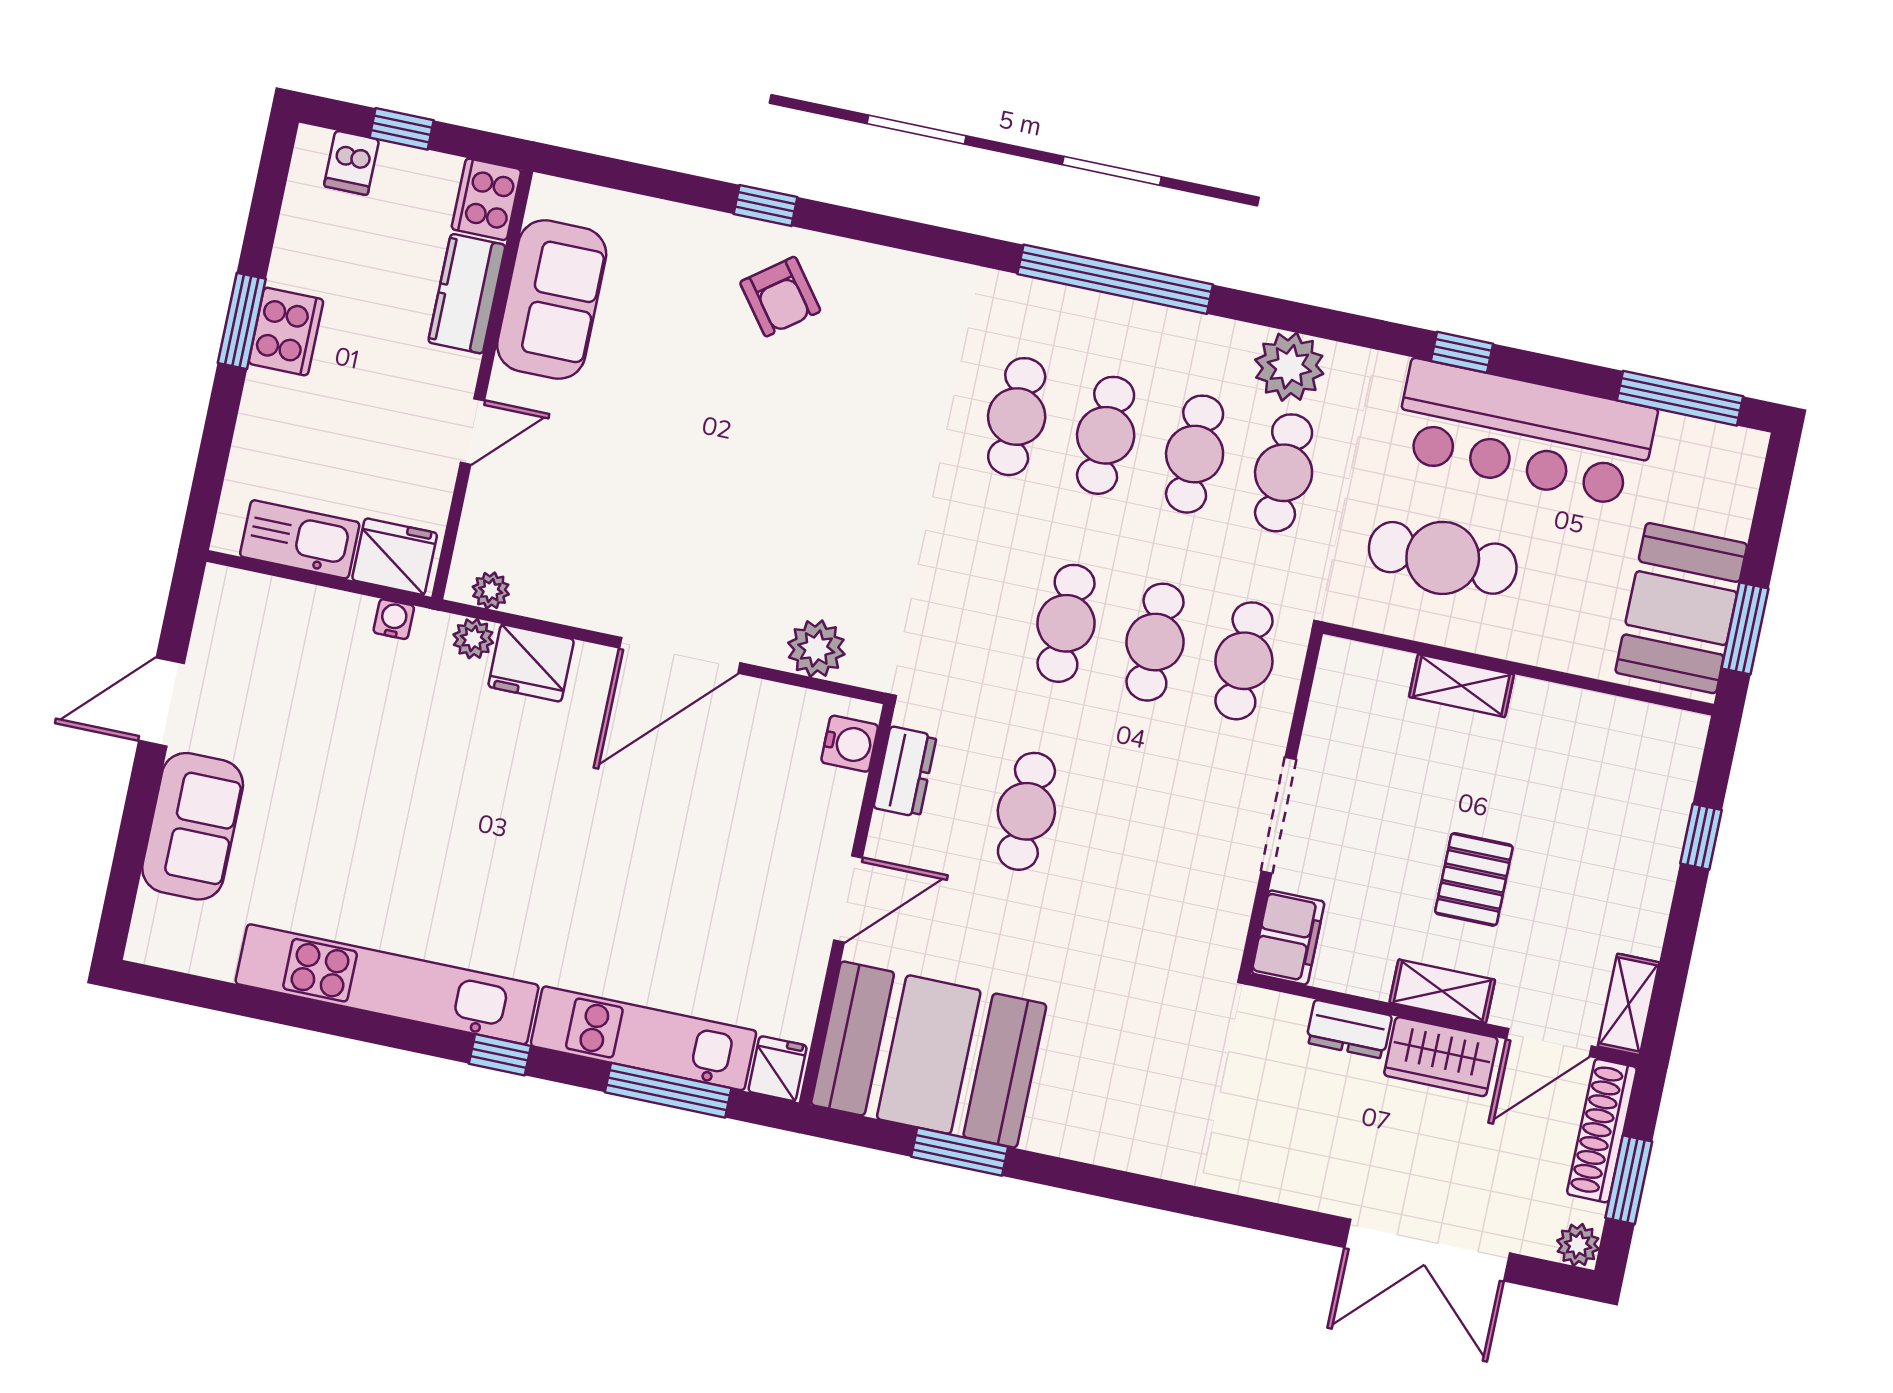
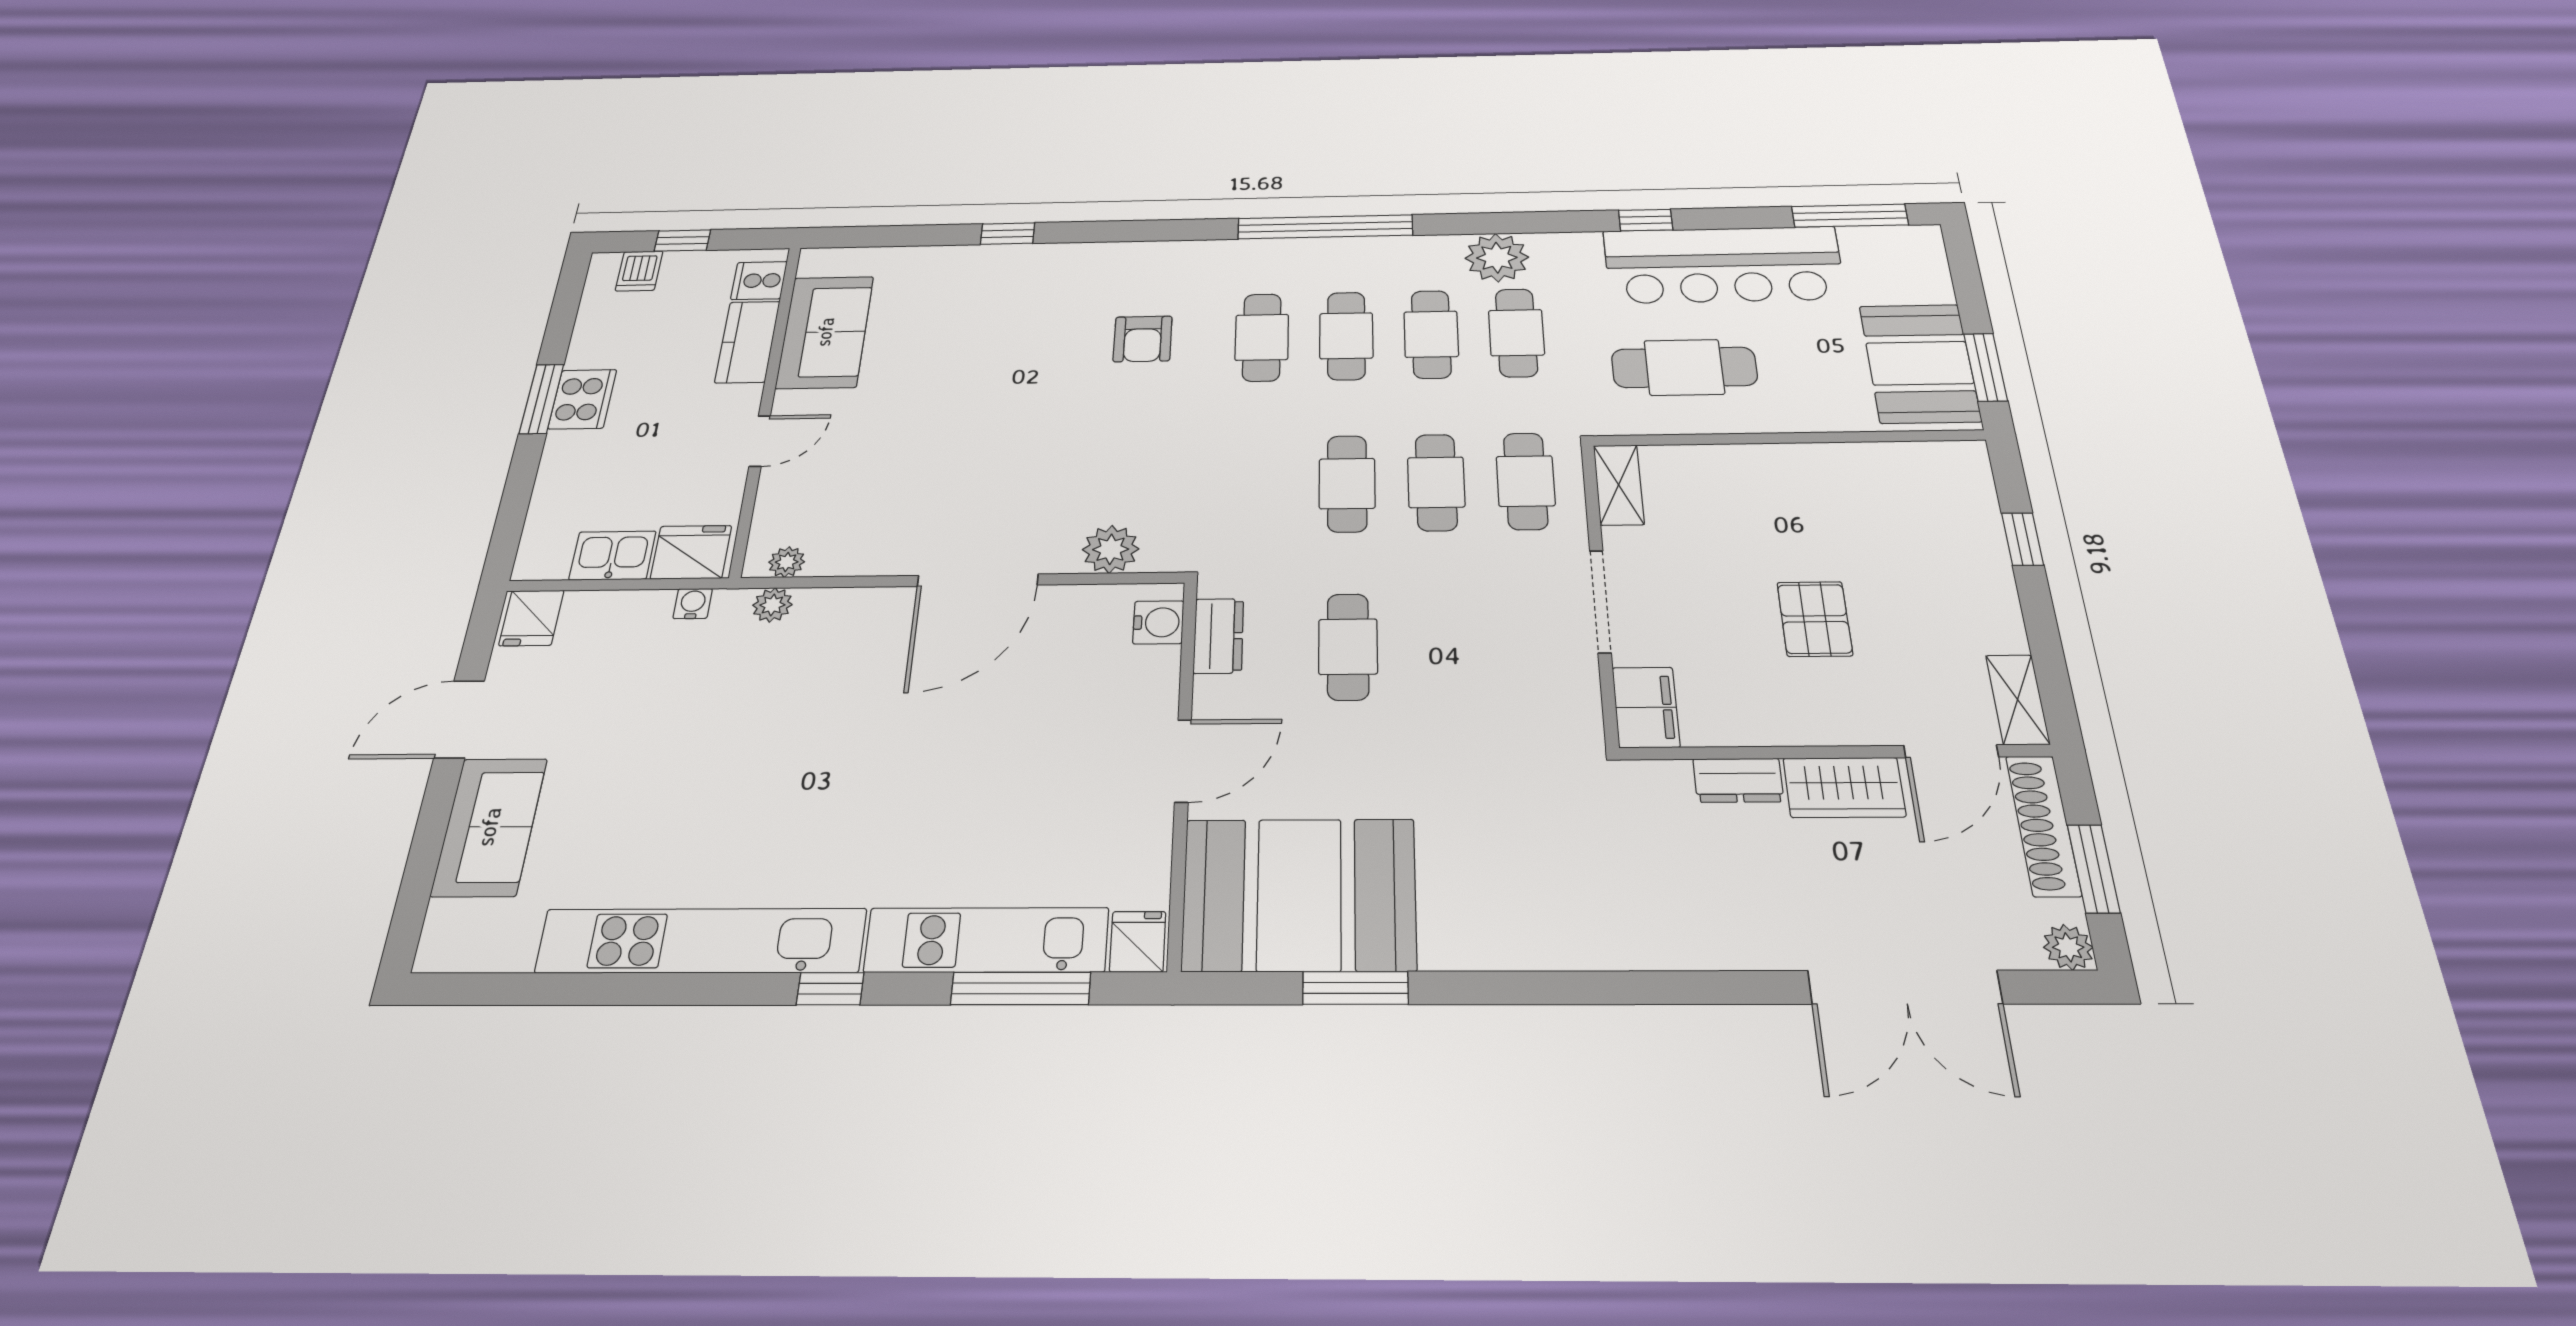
cooker: (486, 199) -> (759, 281), width x0.73
armchair: (780, 297) -> (1143, 339), moved, turned 37
kitchen sink: (300, 539) -> (613, 555), width x0.73
fridge: (531, 663) -> (531, 618), moved, width x0.72
shelving: (1461, 686) -> (1619, 485), moved, turned 90
shelving: (1442, 991) -> (1822, 725), removed

